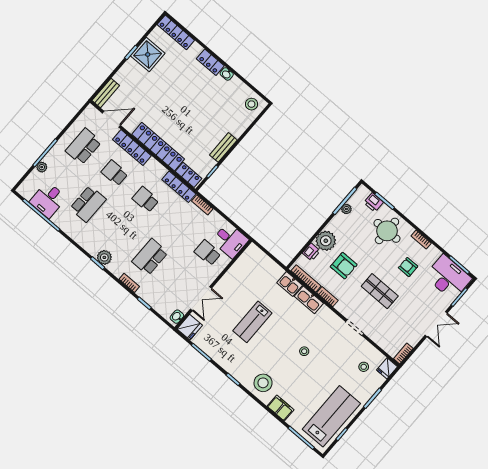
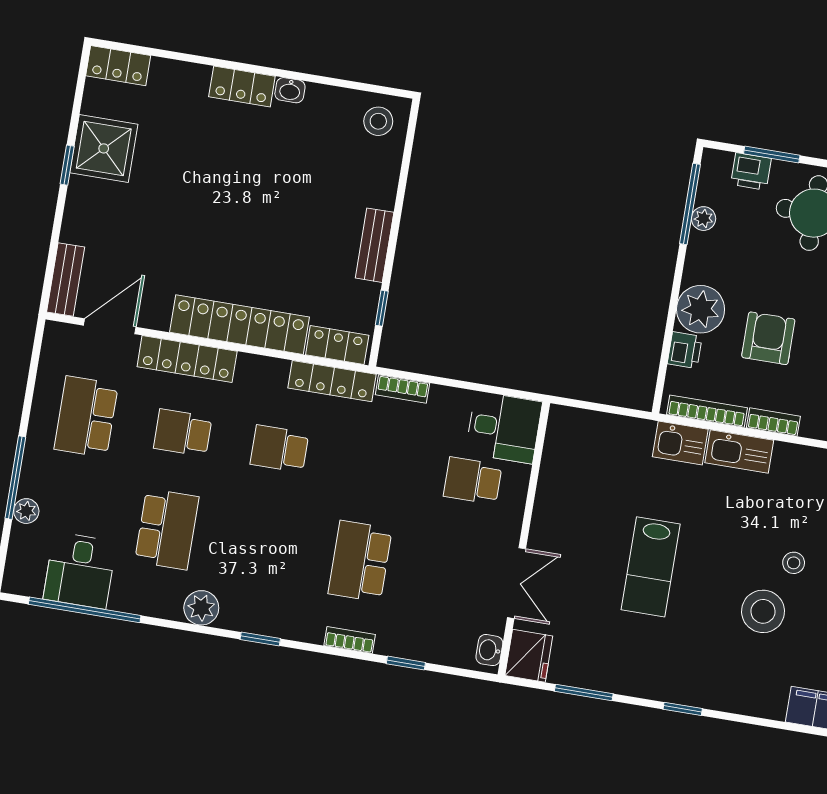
locker: (176, 32) -> (118, 66), width x0.66
plant: (104, 257) -> (201, 608), moved
armchair: (344, 266) -> (768, 338), turned -90
stool: (263, 383) -> (763, 611), moved

